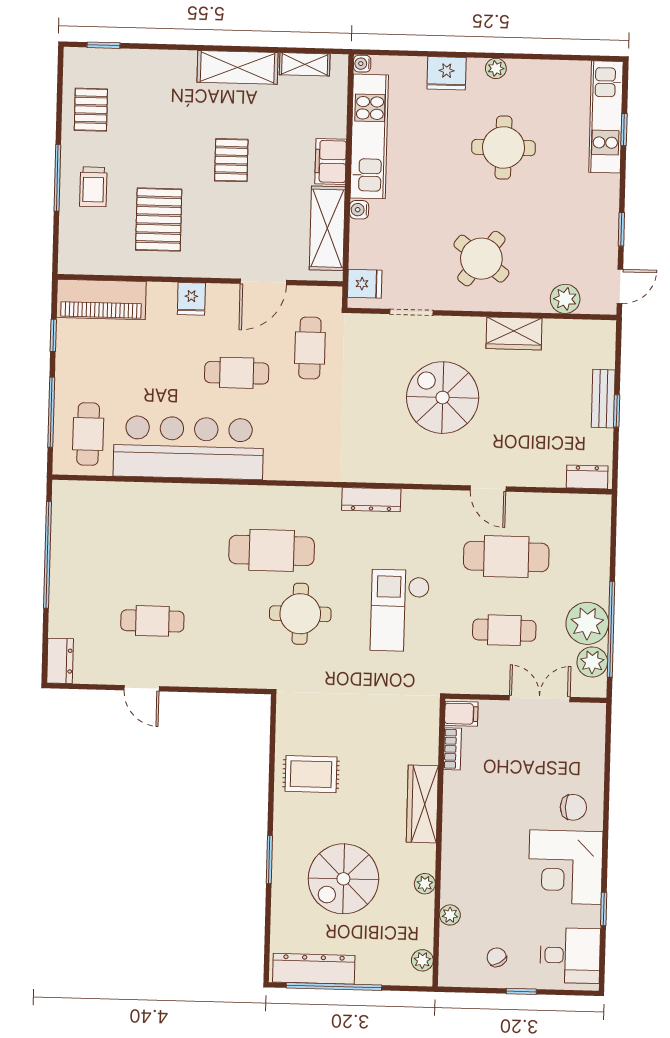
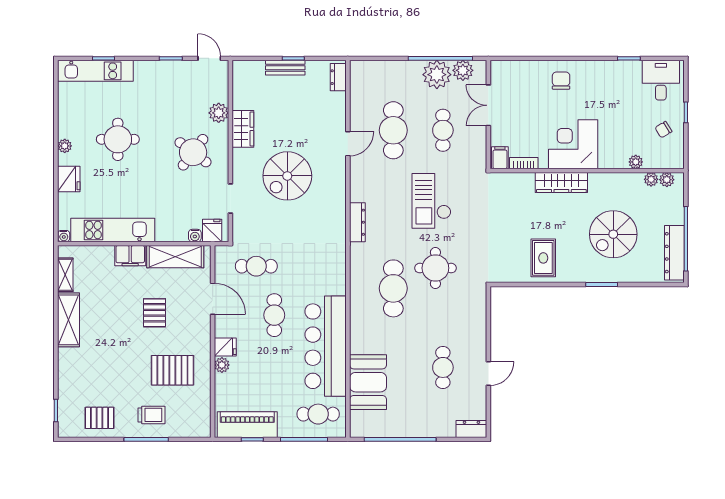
pallet: (231, 160) -> (154, 313), moved, turned 90
water cooler: (359, 210) -> (195, 235), moved
plant: (165, 293) -> (222, 365), added
plant: (565, 299) -> (219, 113), moved
piano: (101, 300) -> (247, 425), moved, turned -90
booth: (133, 509) -> (368, 382), added
checkout: (400, 611) -> (432, 201), turned 90
corner desk: (566, 867) -> (573, 144), moved, turned 180
spiral stairs: (343, 879) -> (613, 234), turned 90
plant: (425, 884) -> (651, 179), moved

